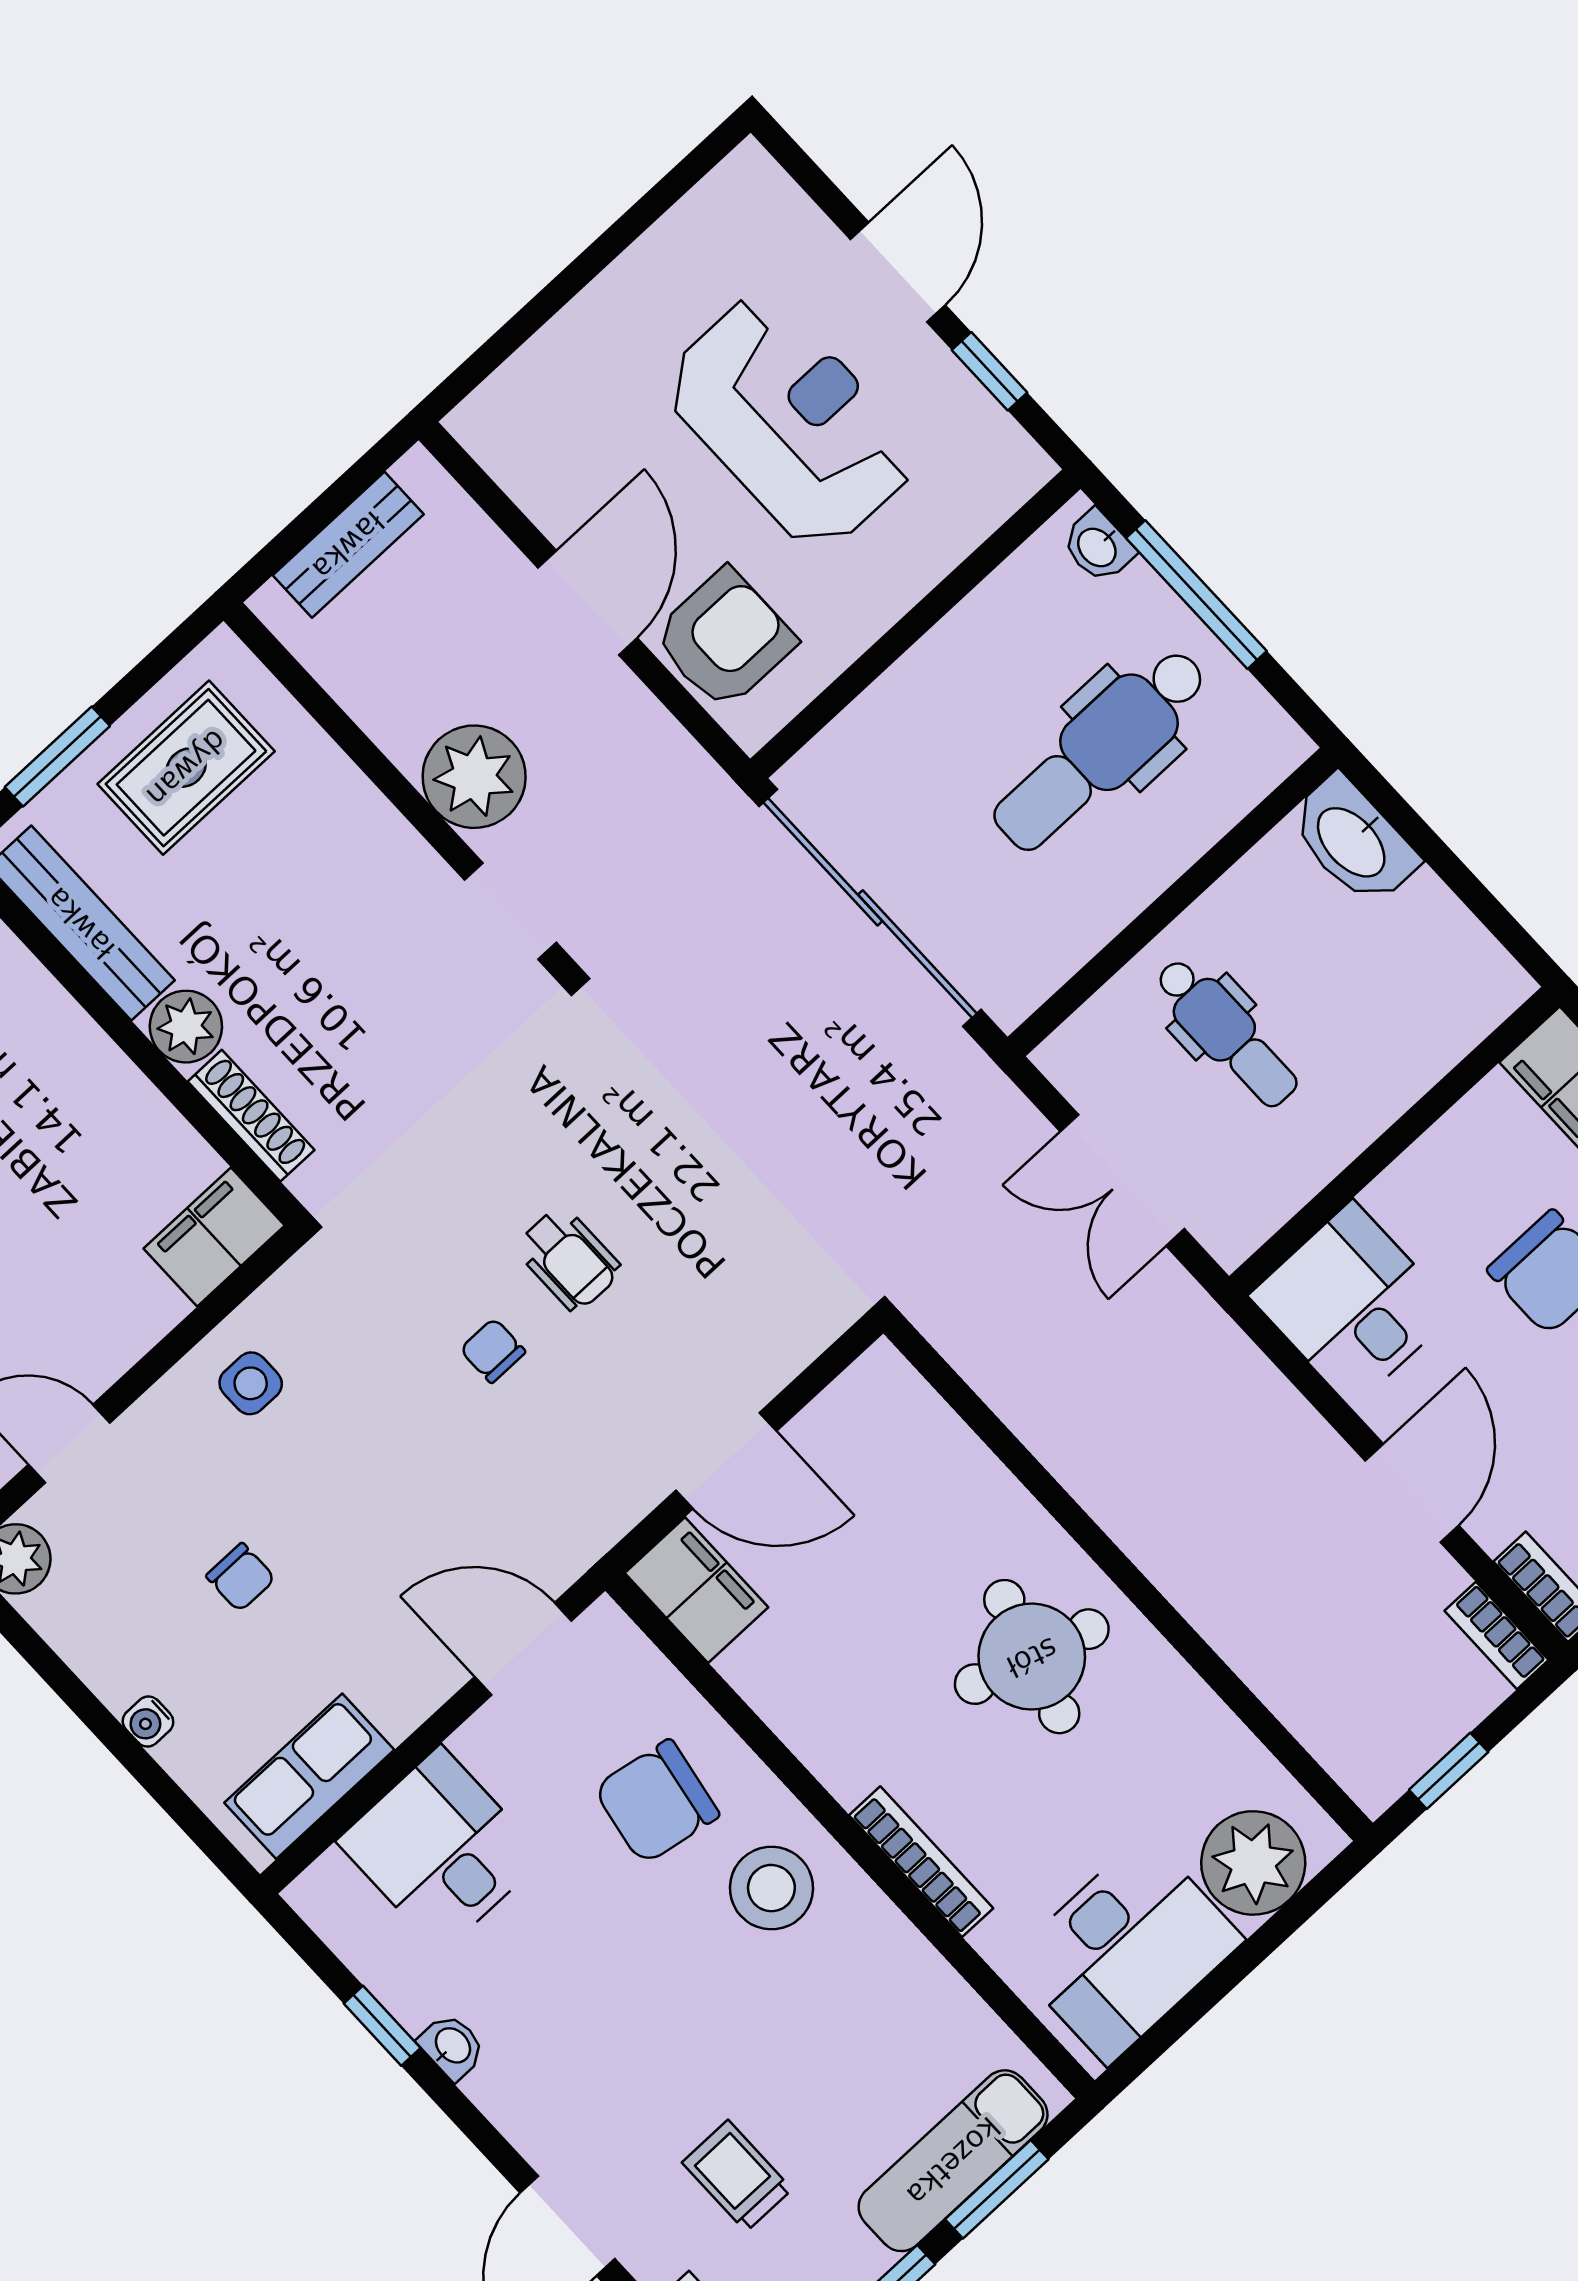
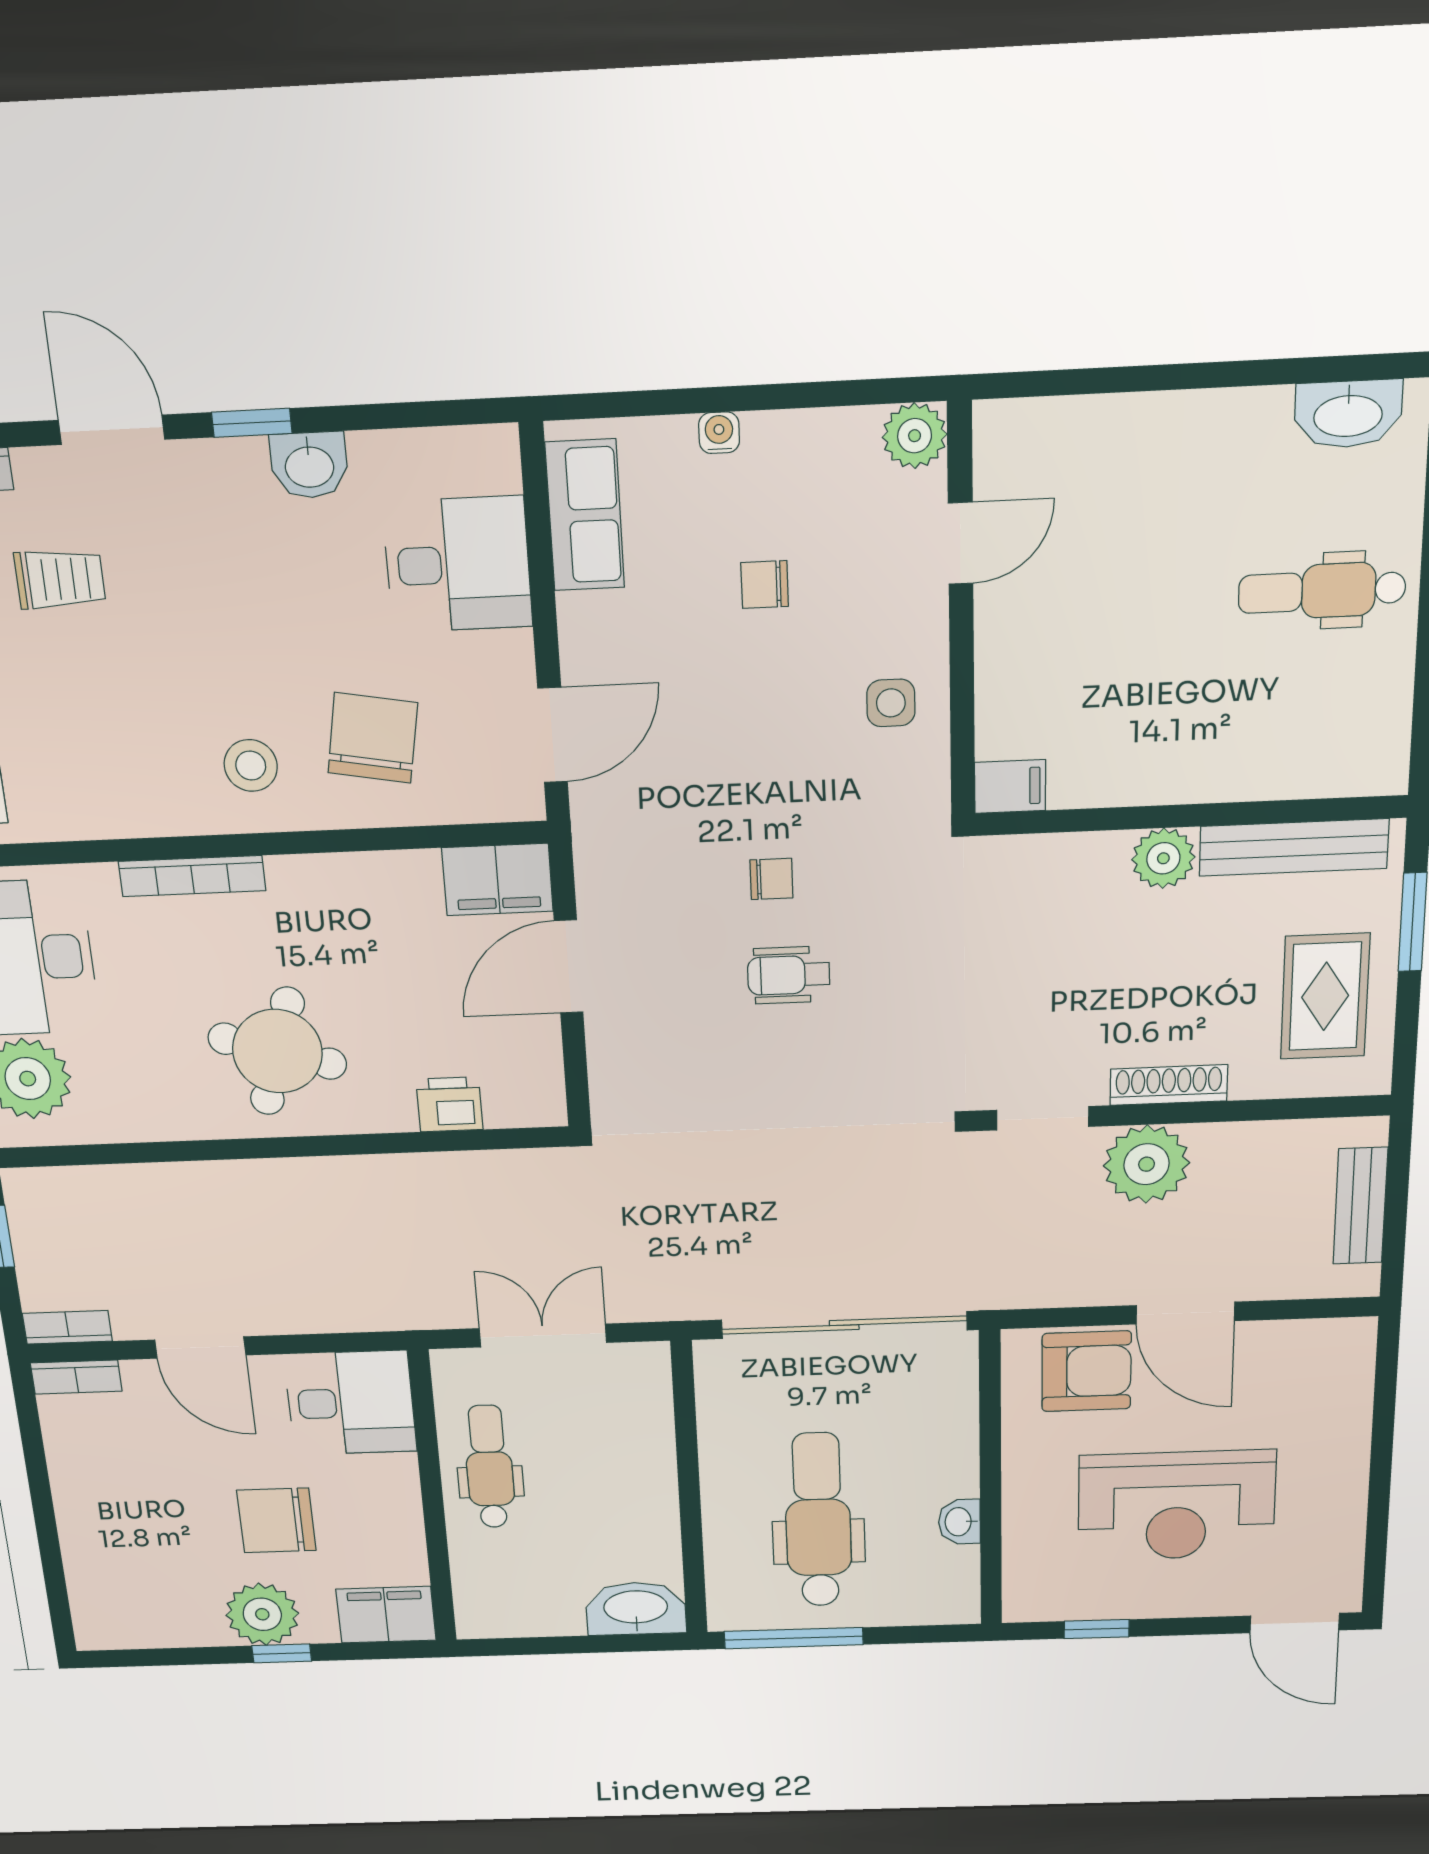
door: (898, 272) -> (1295, 1623), moved
washbasin: (1098, 546) -> (959, 1522), moved, turned -90
window: (1196, 595) -> (794, 1638), moved
armchair: (724, 639) -> (1086, 1371), turned -90
dental chair: (1226, 1033) -> (489, 1467), moved, turned 90
shoe rack: (251, 1116) -> (1169, 1085), moved, turned 180
filing cabinet: (214, 1237) -> (1010, 786), width x0.50
printer: (953, 1459) -> (449, 1104), added
stool: (771, 1888) -> (251, 765), width x0.73, depth x0.73
window: (382, 2026) -> (252, 423), moved
washbasin: (452, 2046) -> (309, 465), width x1.38, depth x1.45

